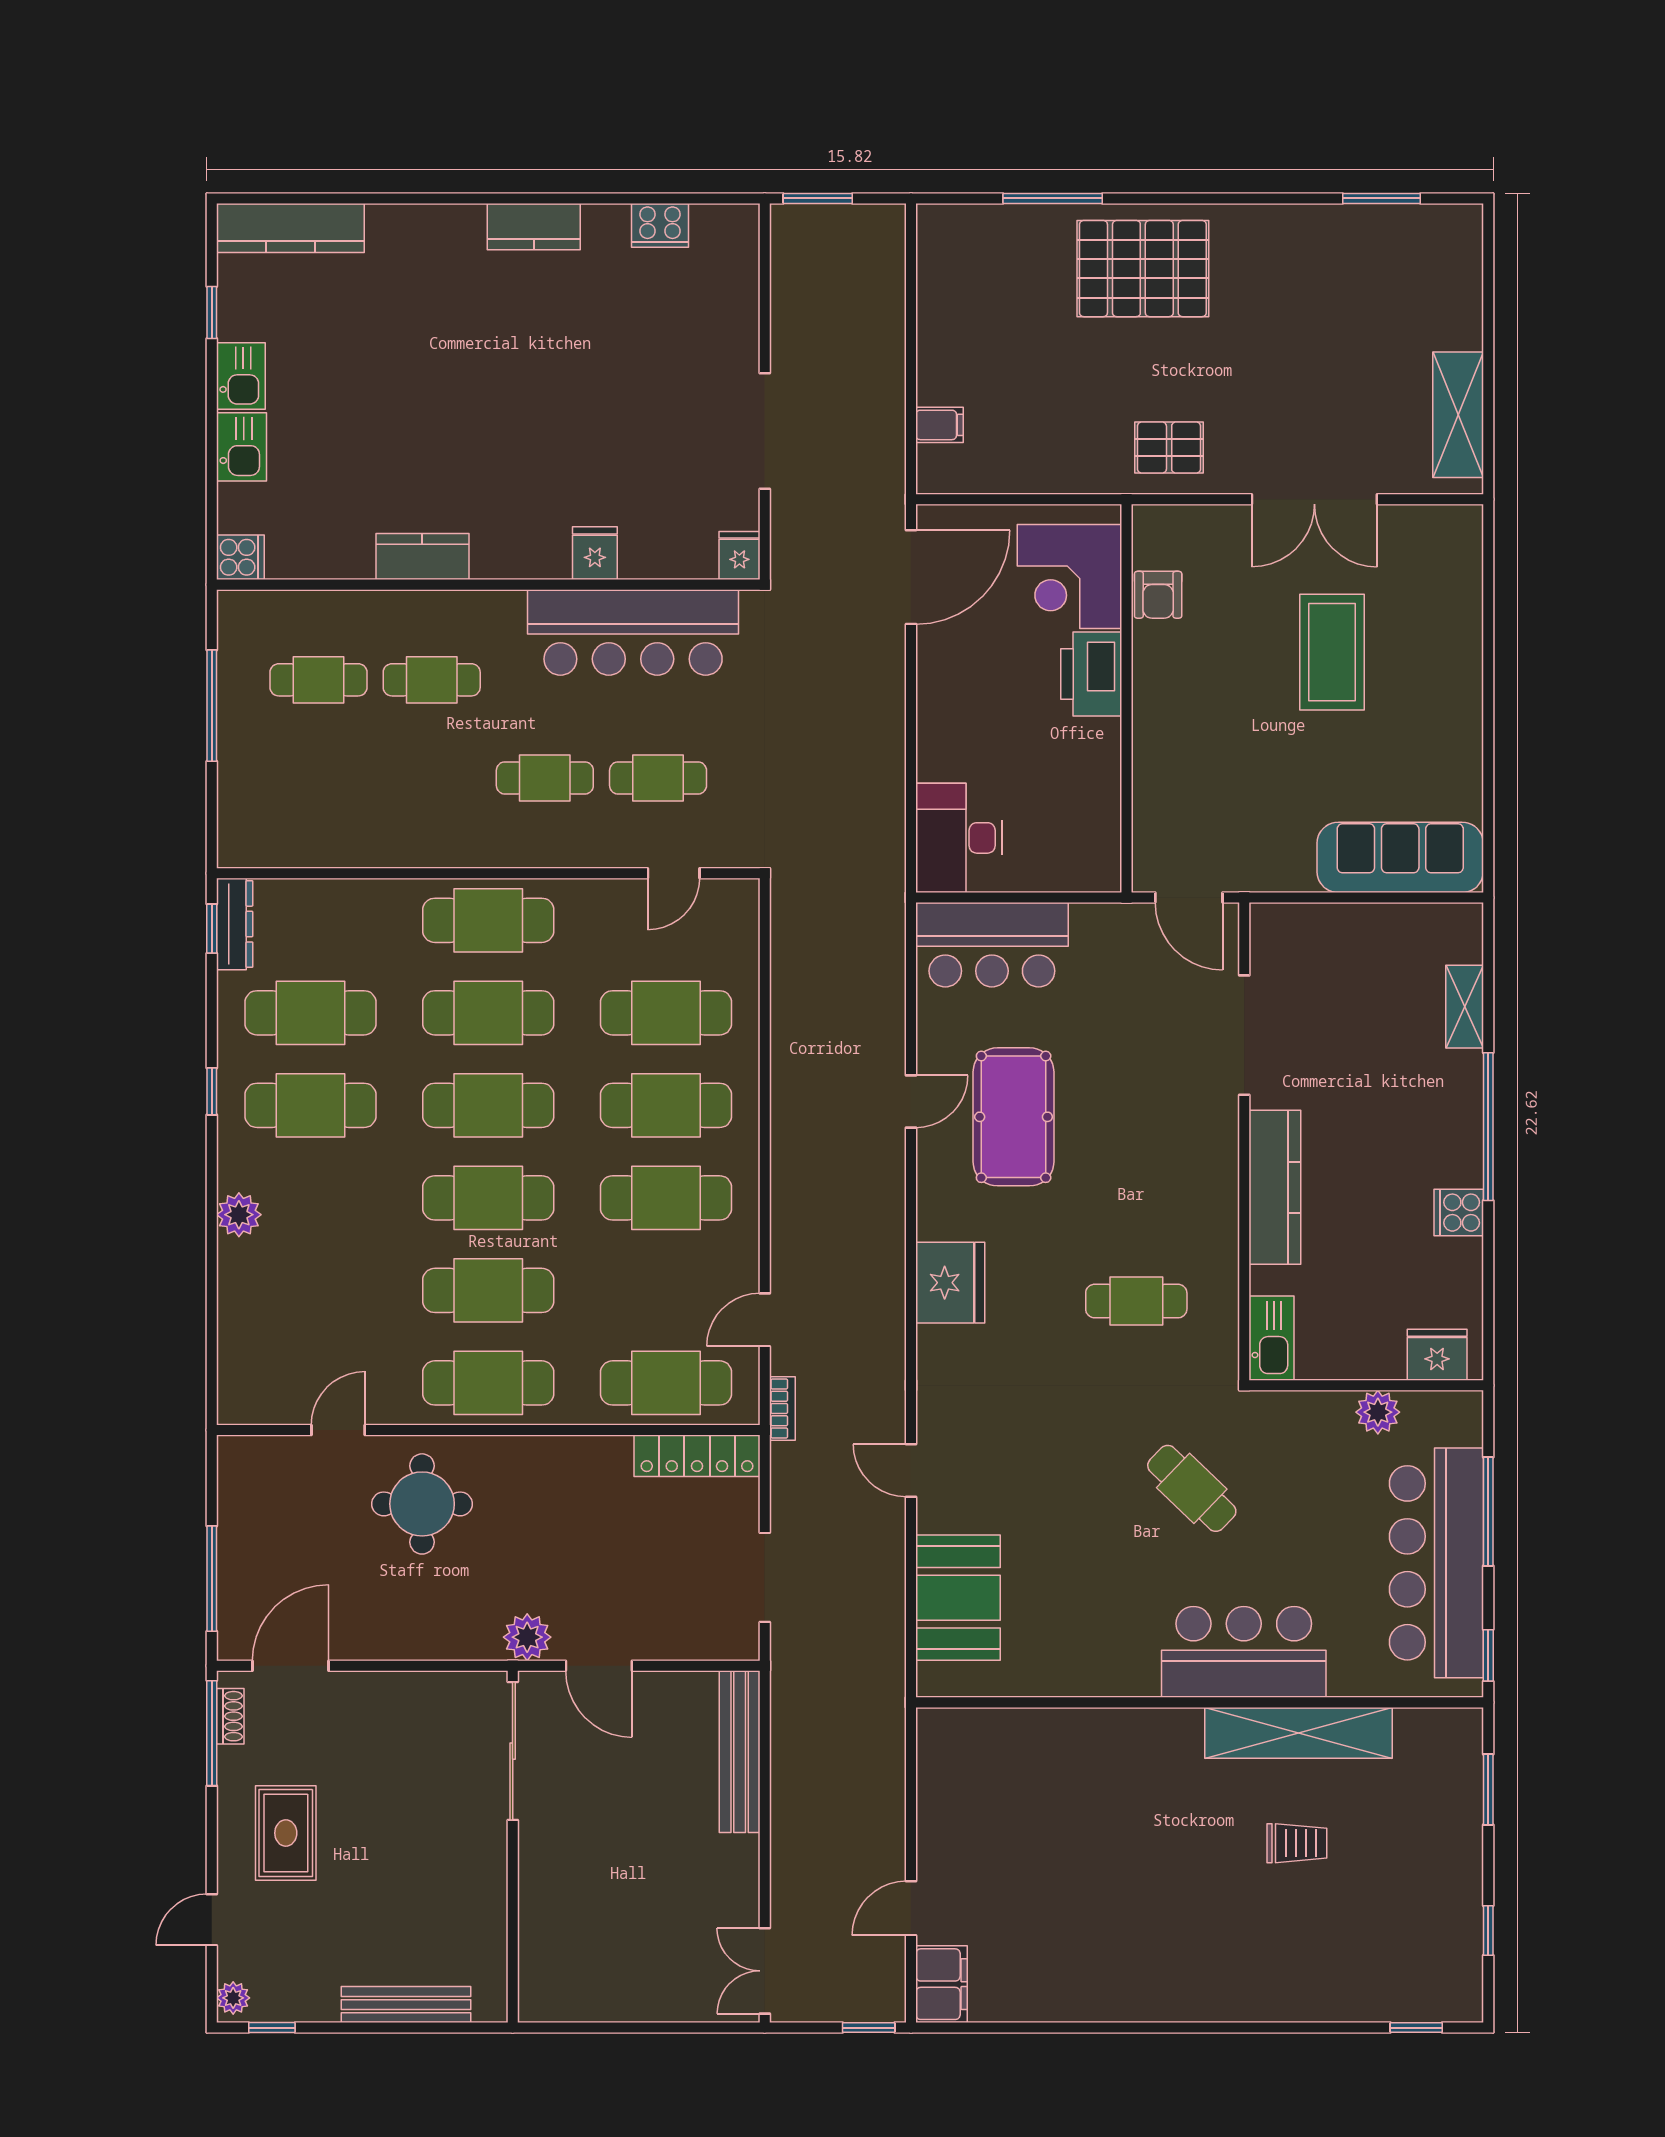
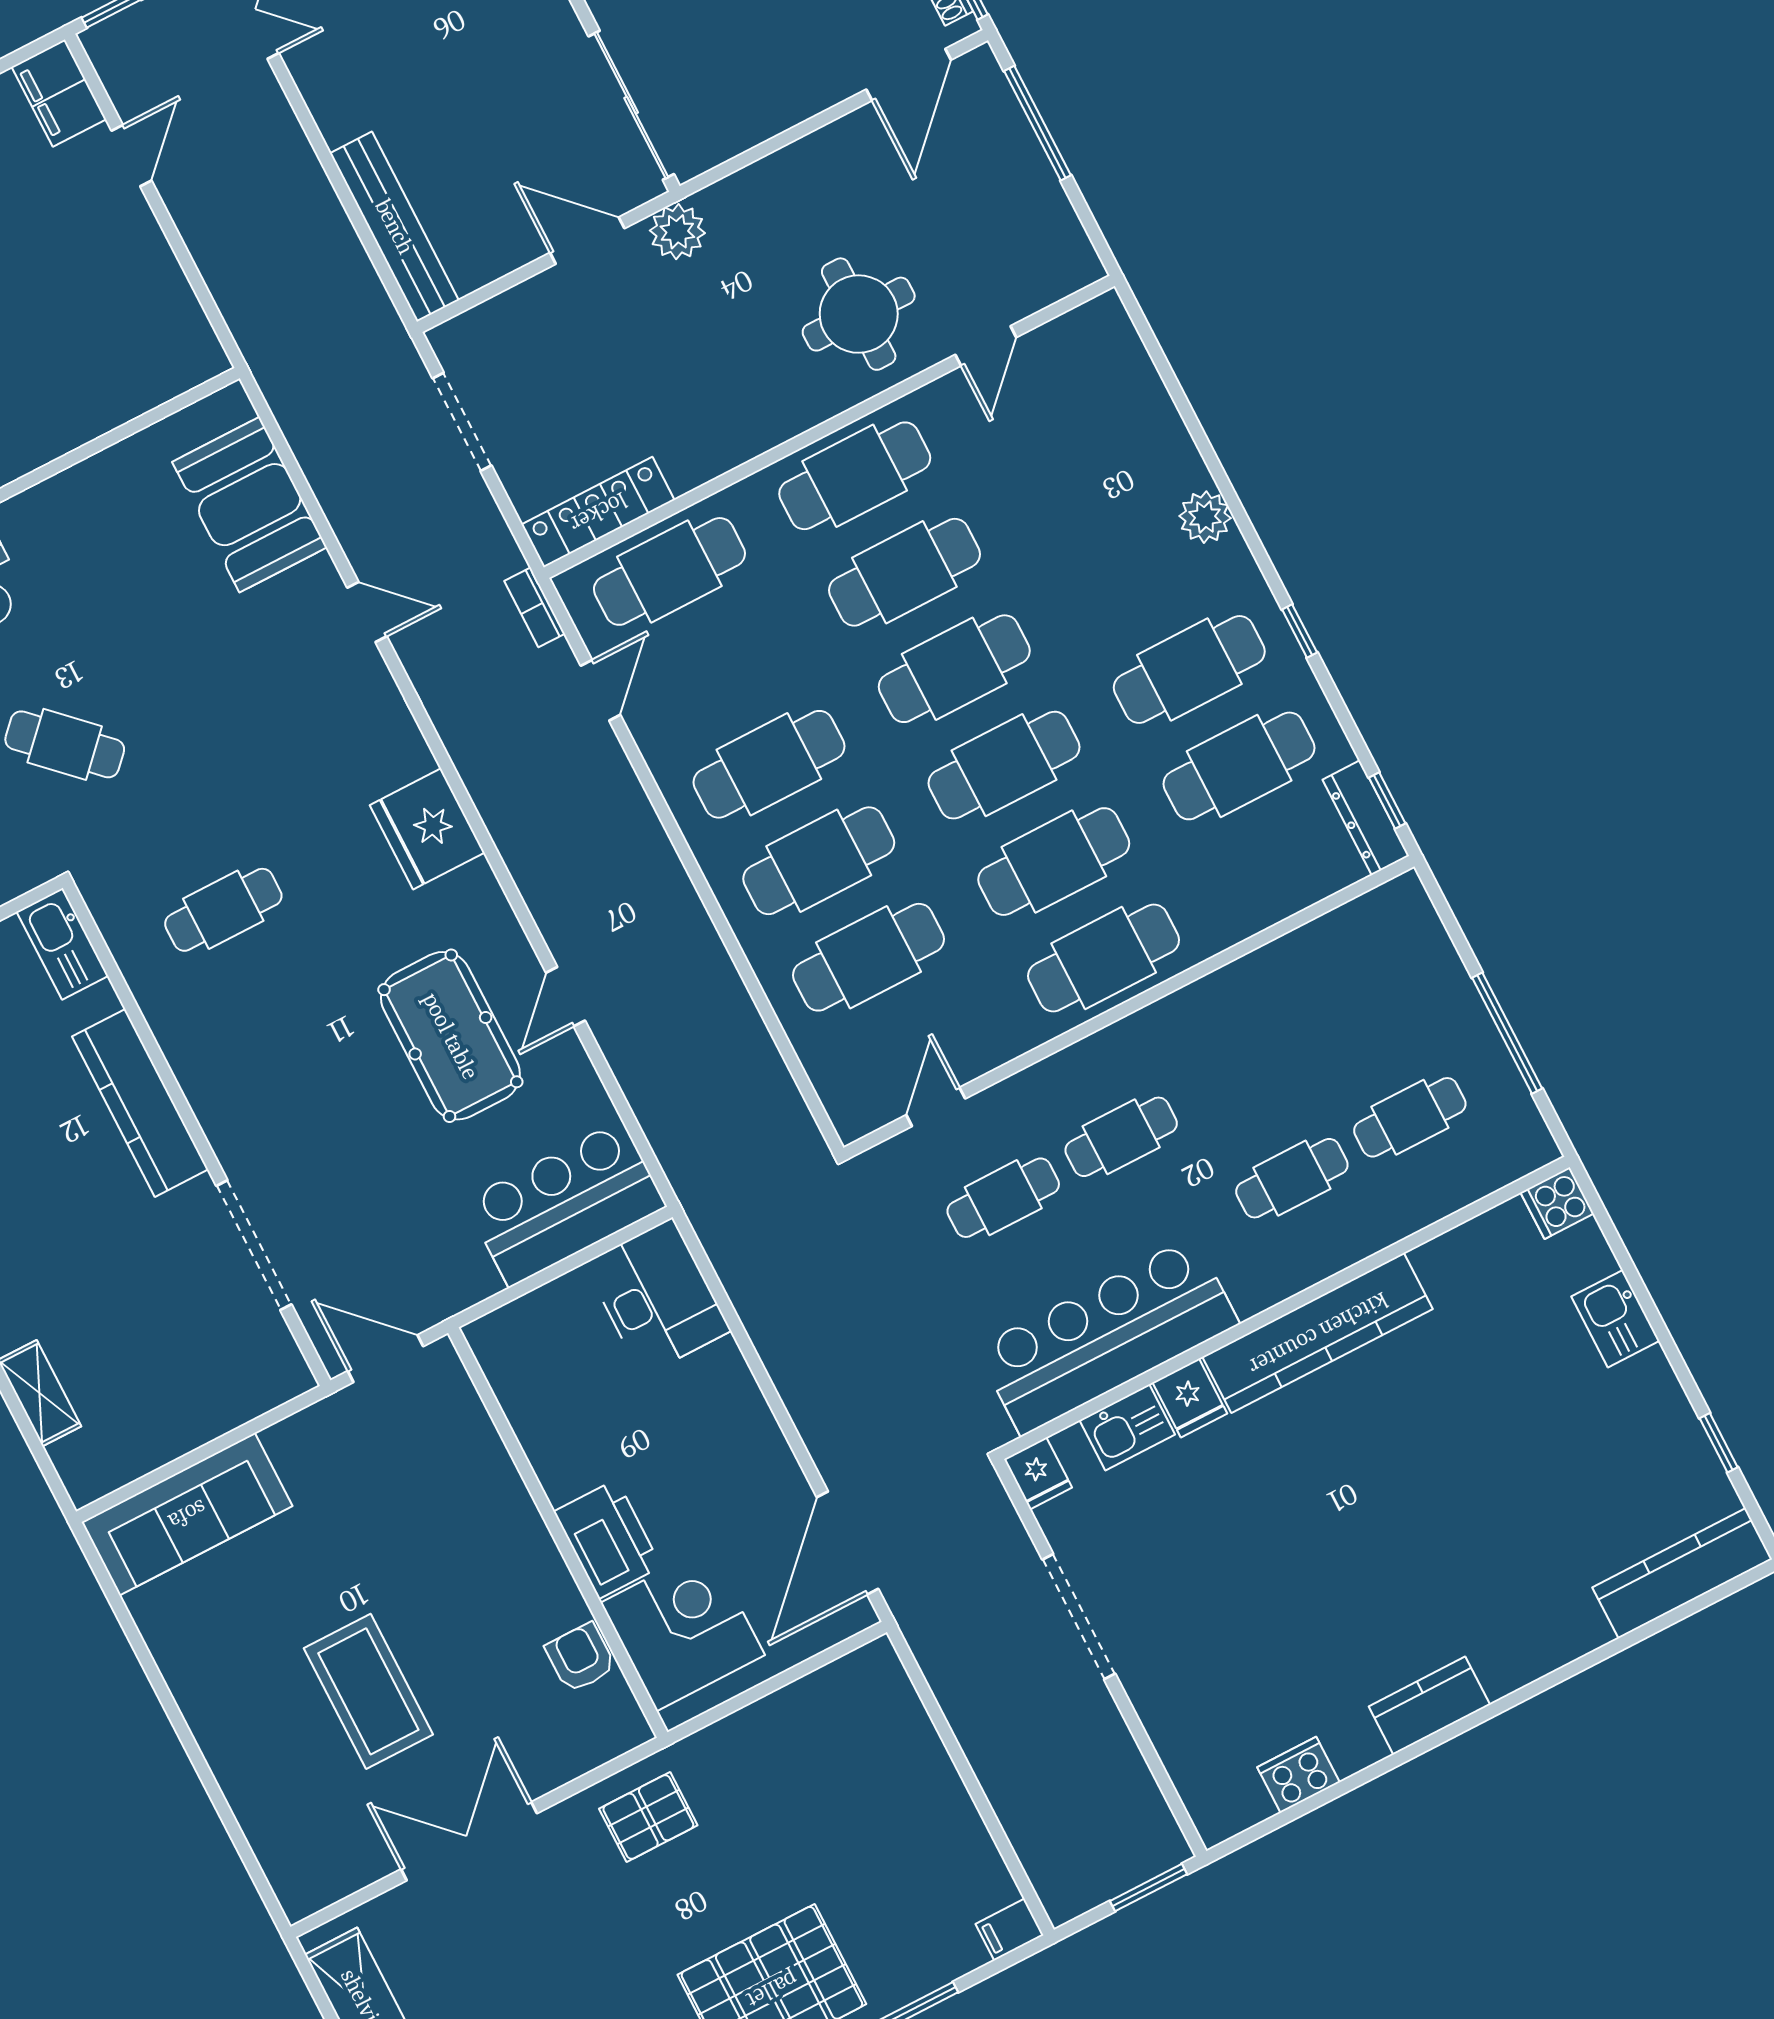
kitchen sink: (241, 376) -> (1127, 1427), moved, turned -90
filing cabinet: (939, 425) -> (1009, 1930), moved
kitchen counter: (422, 557) -> (1318, 1333), width x2.08, depth x1.17

